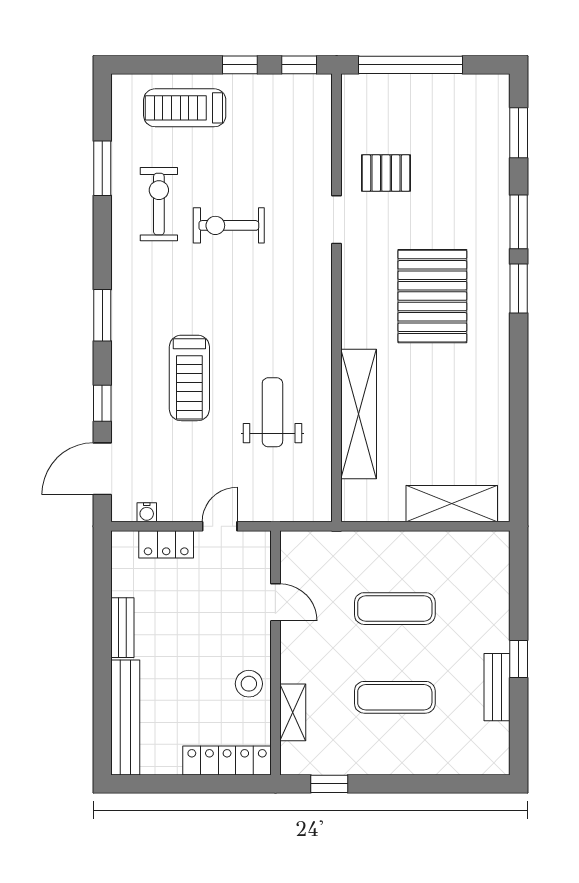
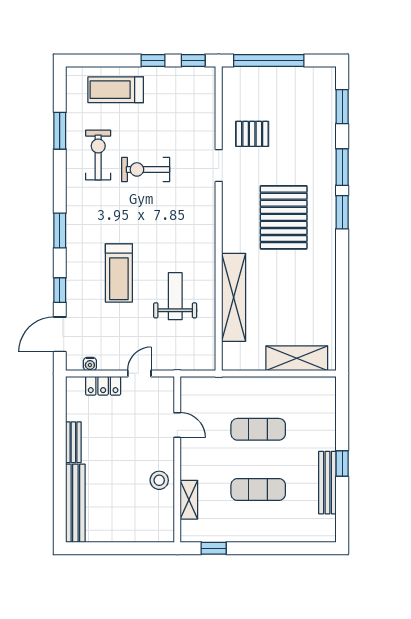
bench: (497, 687) -> (327, 483), width x1.36
locker: (227, 761) -> (144, 532), removed

